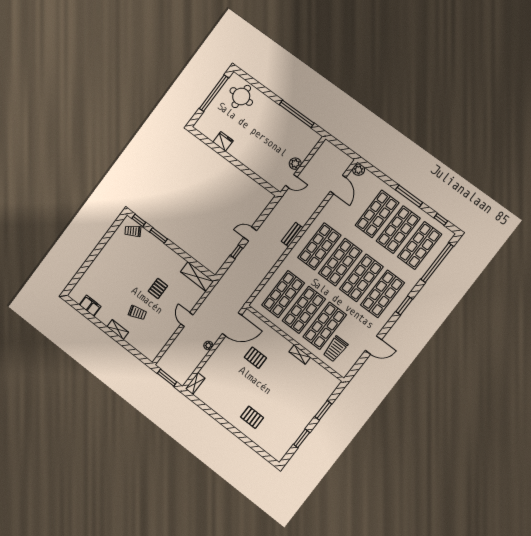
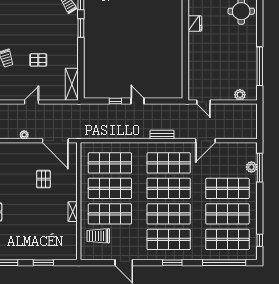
plant: (295, 164) -> (240, 95), moved
plant: (359, 170) -> (251, 167), moved
door: (338, 184) -> (205, 141), moved
window: (409, 196) -> (260, 168), moved

